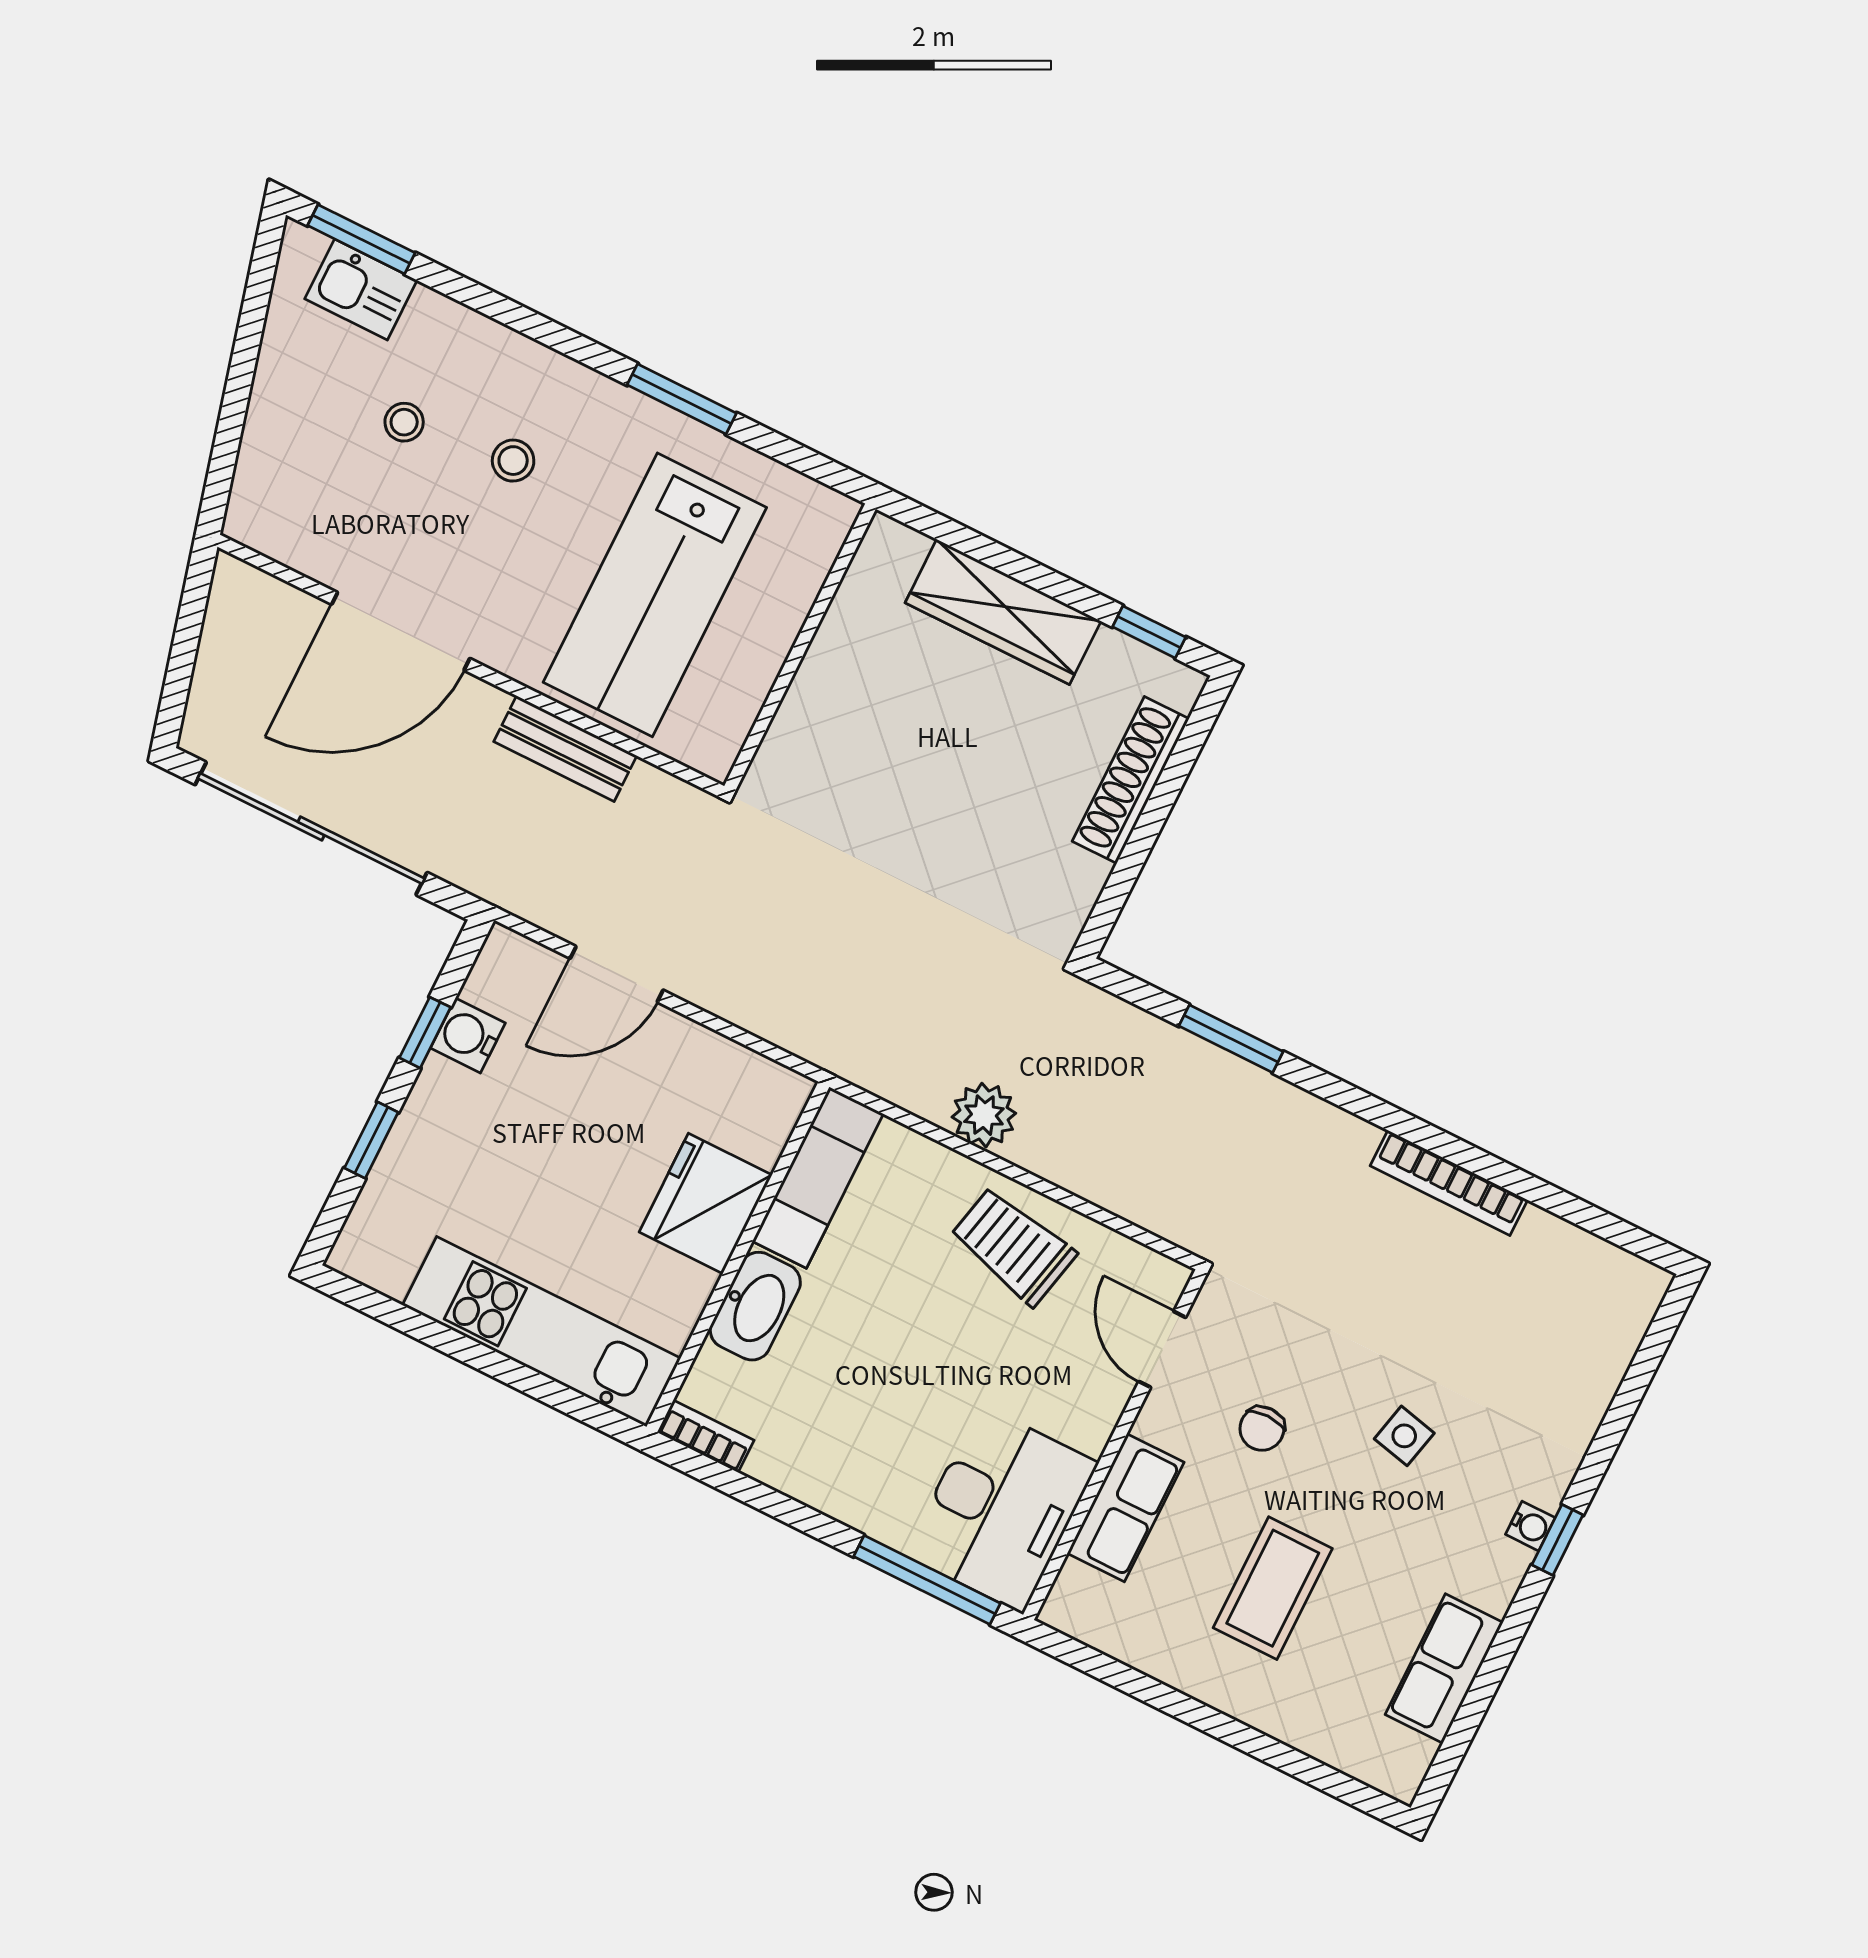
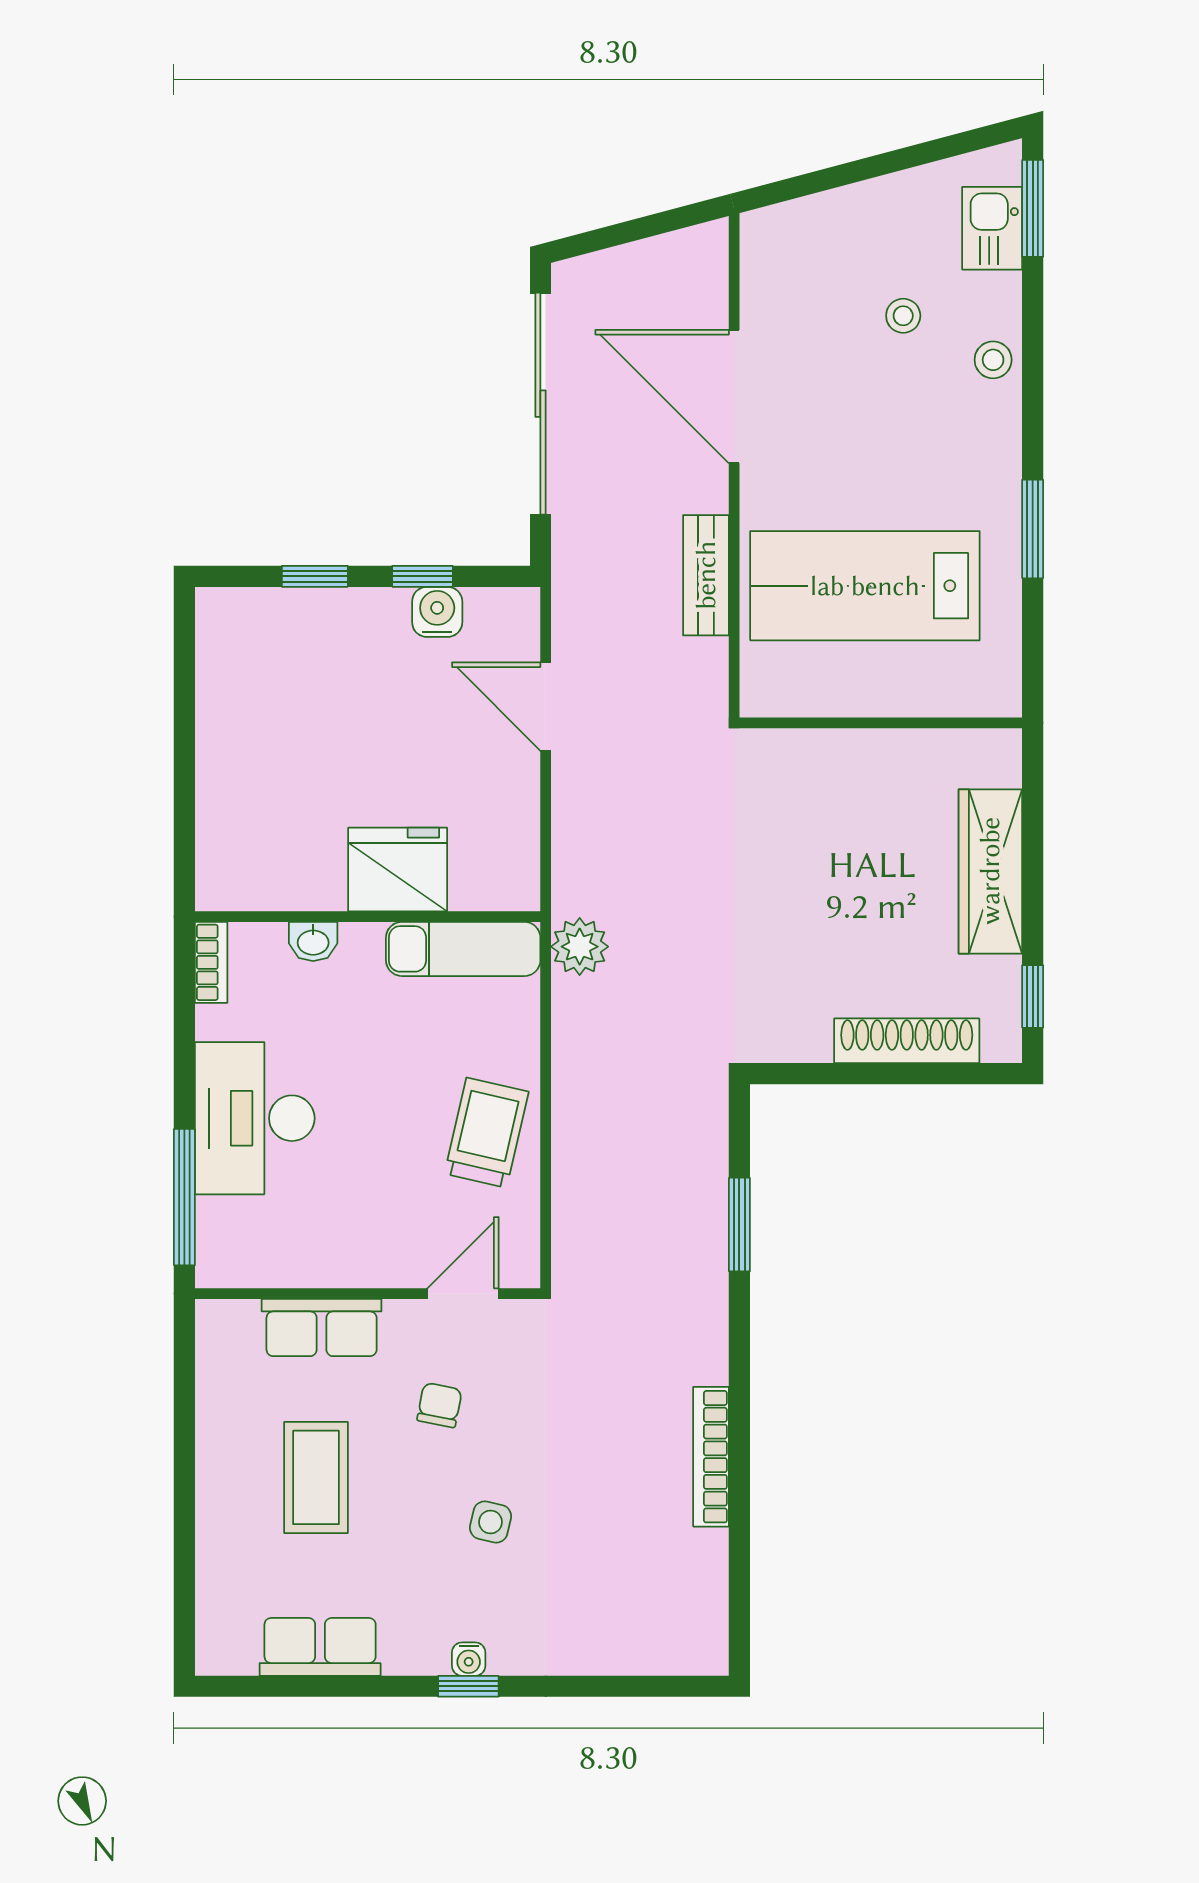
stool: (513, 461) -> (993, 360), moved
plant: (984, 1115) -> (580, 947), moved
washbasin: (755, 1306) -> (313, 941), width x0.52, depth x0.69
kitchen unit: (542, 1332) -> (229, 789), removed
chair: (1262, 1429) -> (439, 1405), turned 101
desk: (1002, 1509) -> (255, 1118), moved, turned 90
coffee table: (1273, 1588) -> (316, 1477), turned 90

